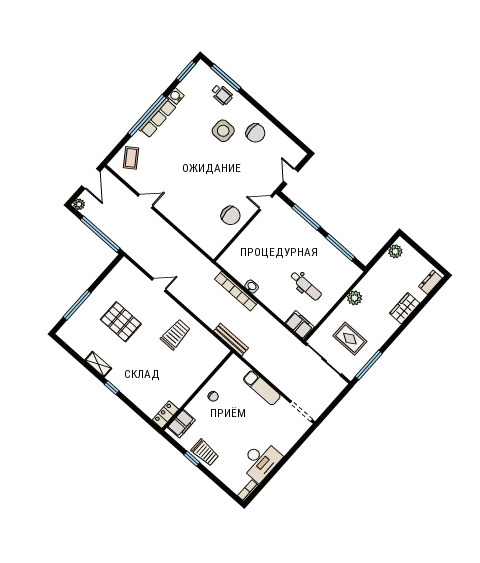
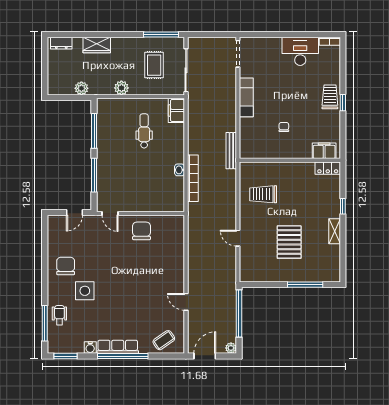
plant: (395, 251) -> (81, 88), moved
wall: (198, 391) -> (290, 160), moved
locker: (166, 415) -> (328, 168), moved
filing cabinet: (181, 424) -> (324, 151), moved

